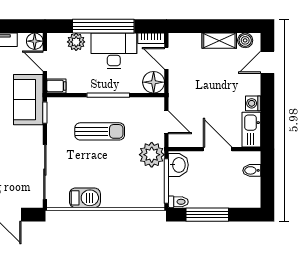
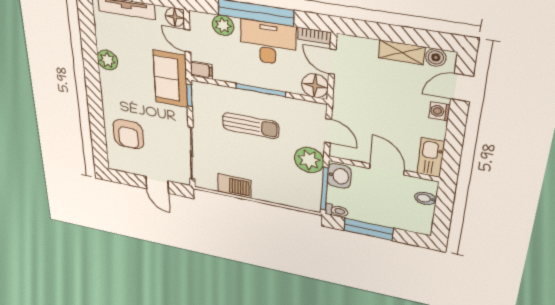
washing machine: (253, 103) -> (439, 111), moved

